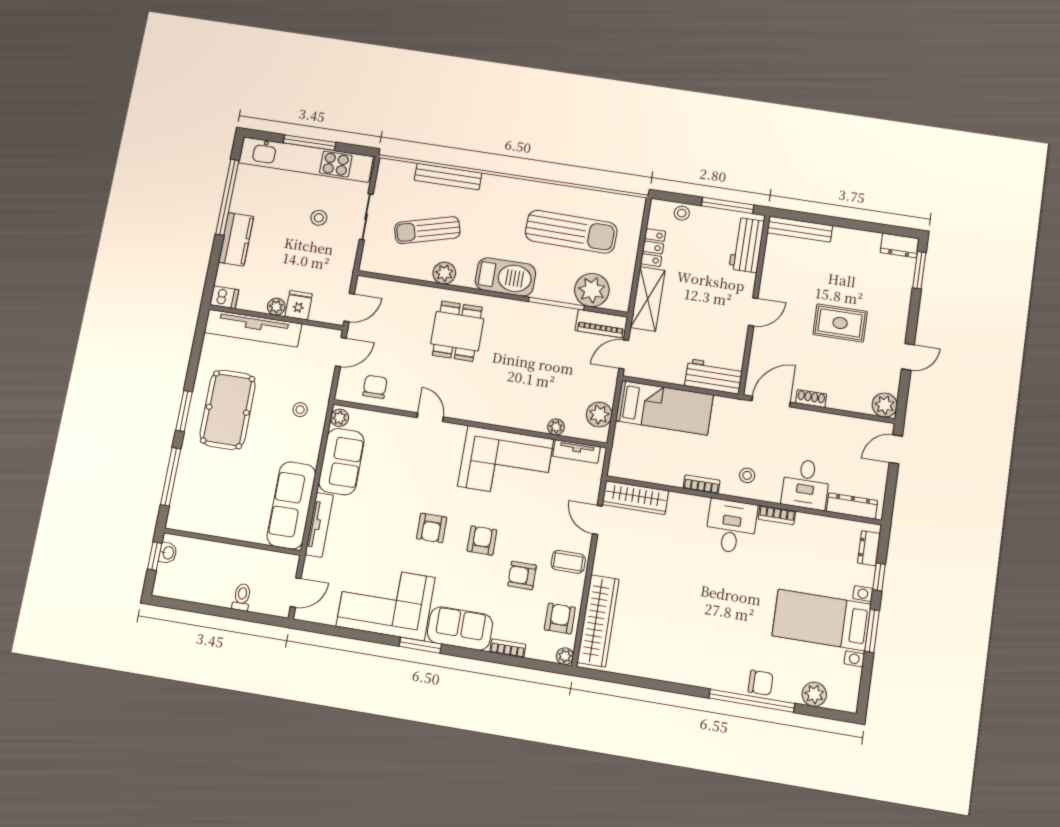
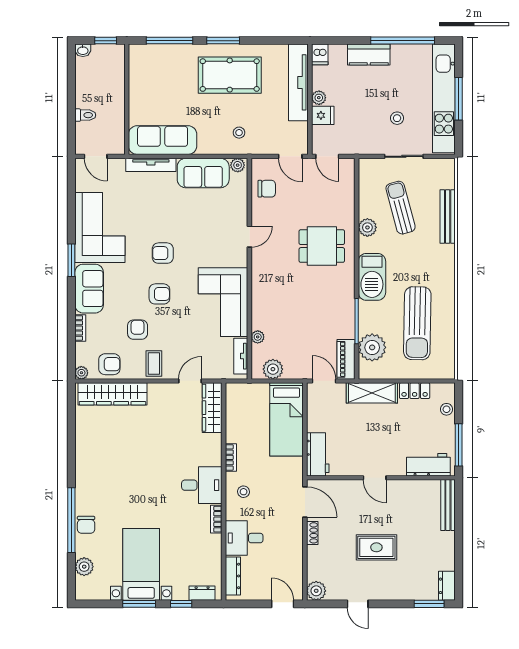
rug: (840, 323) -> (376, 547), turned 90
washbasin: (168, 553) -> (83, 50), moved

